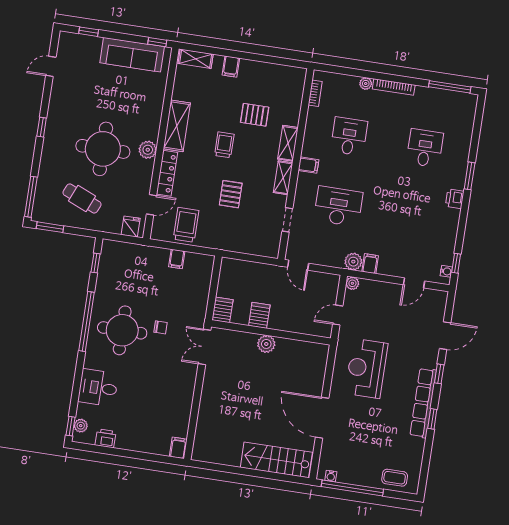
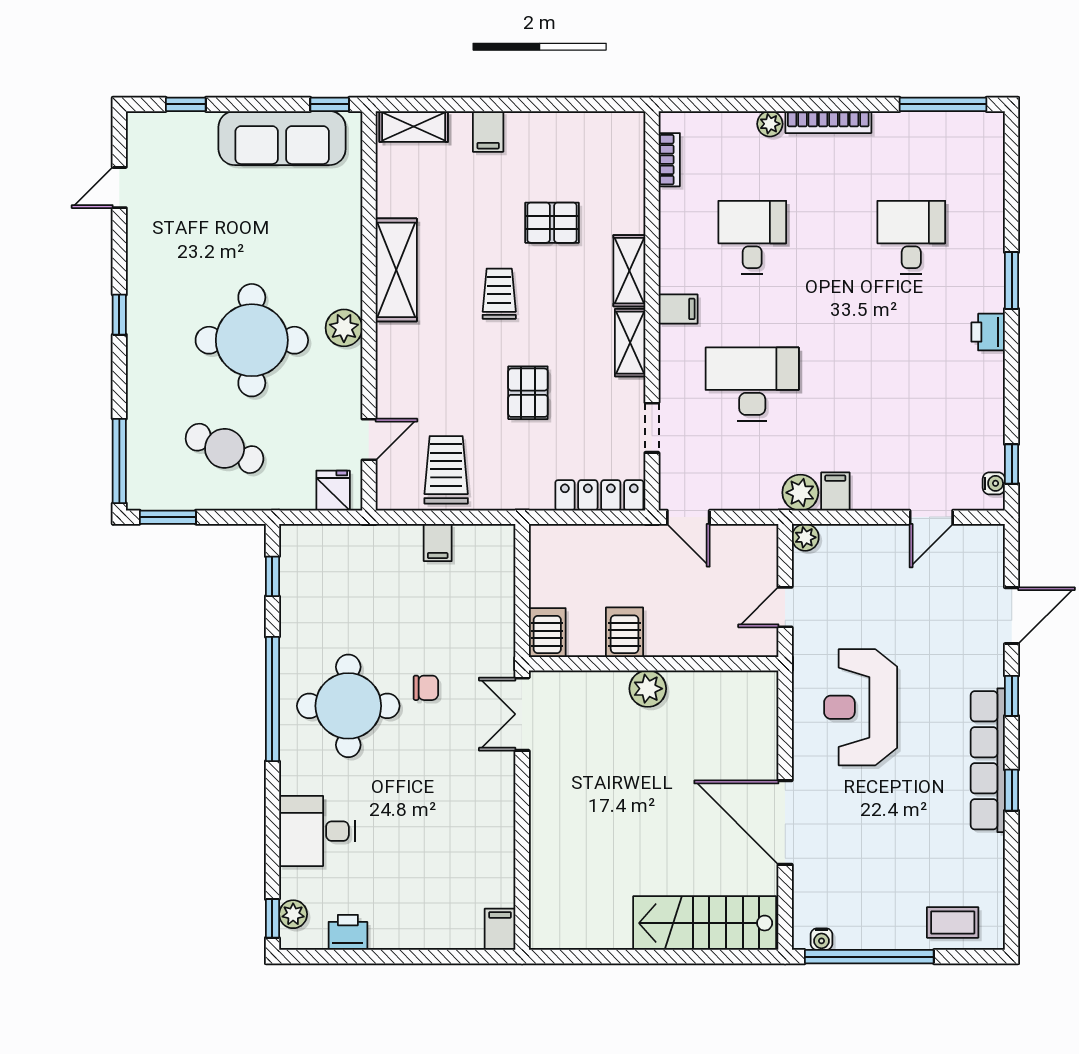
locker: (167, 173) -> (599, 495), moved, turned -90

